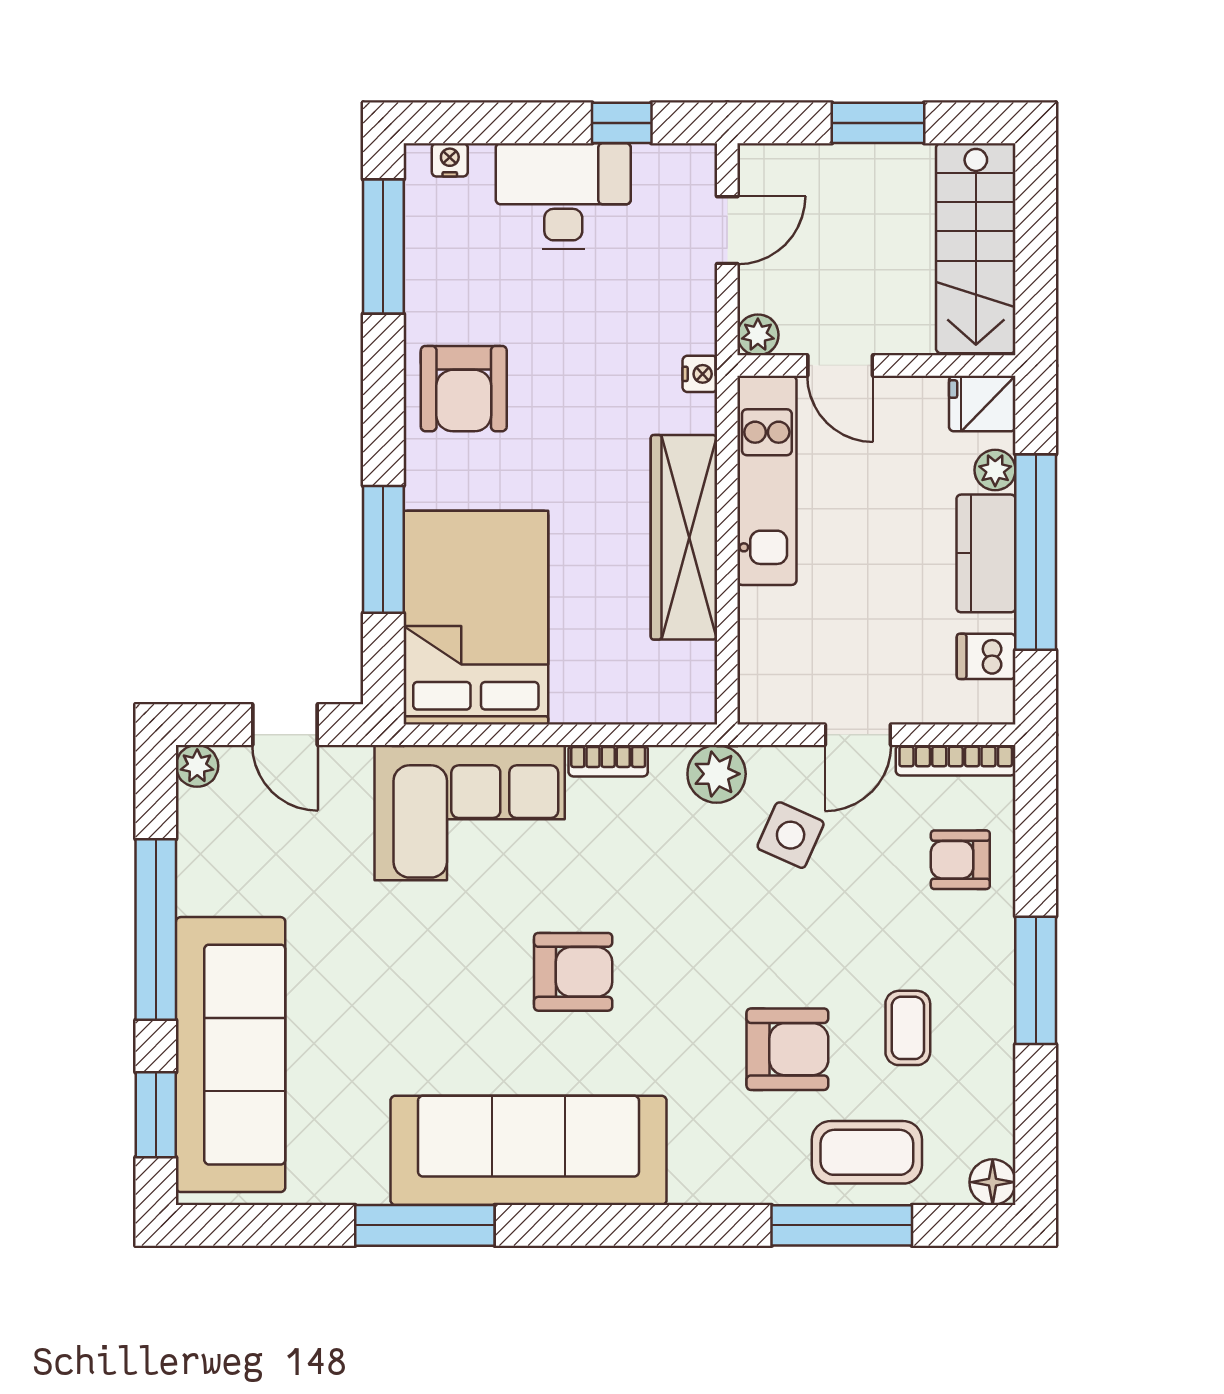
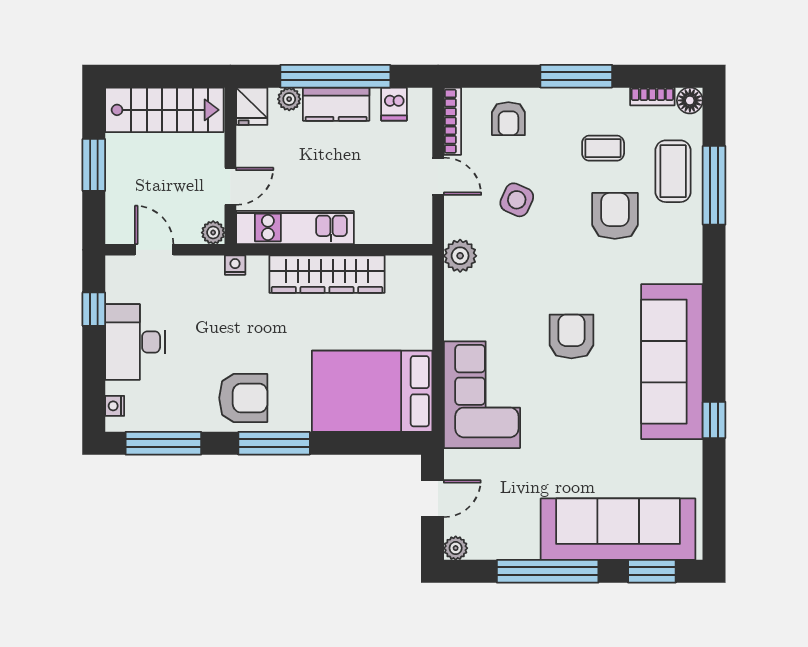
window: (383, 549) -> (274, 443), moved
bookcase: (608, 761) -> (652, 96), moved, turned 90
side table: (791, 835) -> (517, 200), moved
window: (425, 1225) -> (714, 420), width x0.46

